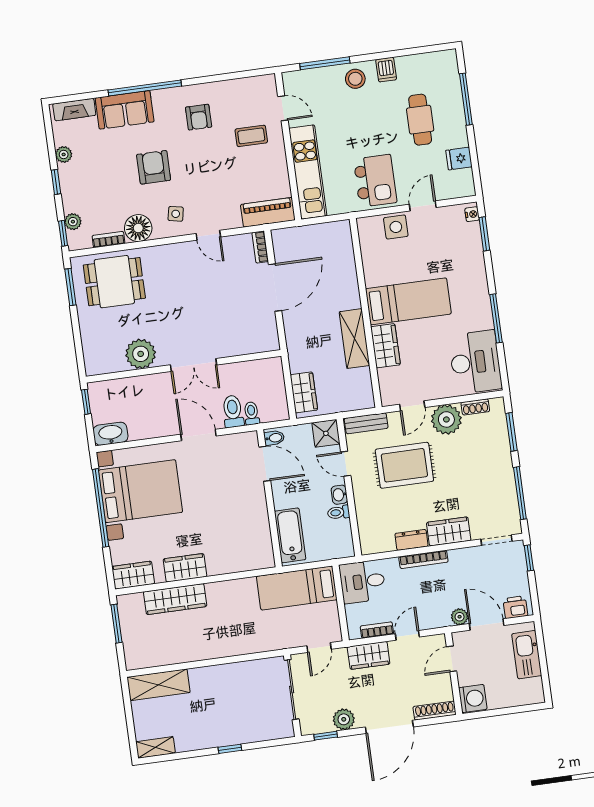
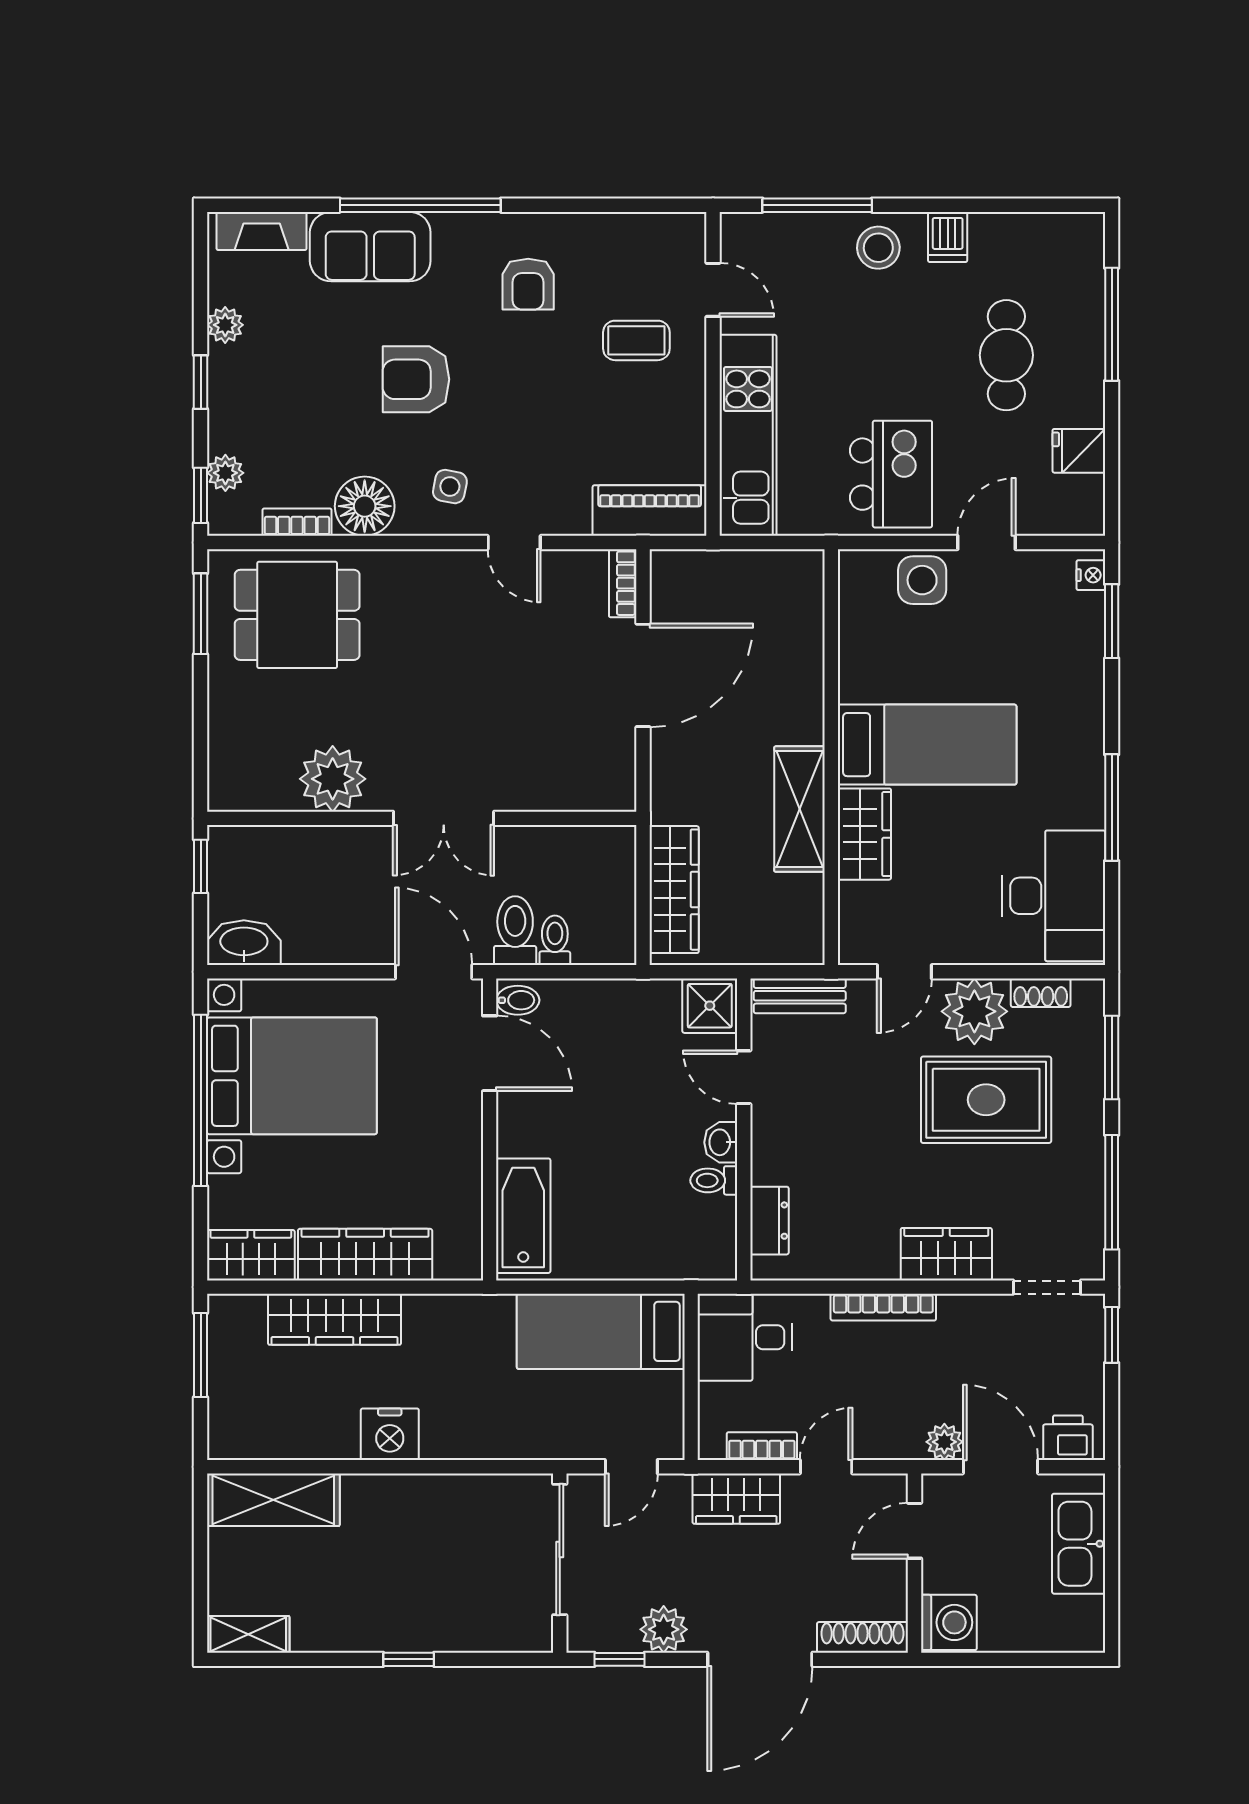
armchair: (154, 167) -> (416, 379), turned -90
wardrobe: (304, 392) -> (674, 890), width x1.50
bidet: (274, 438) -> (518, 1000), moved
door: (265, 464) -> (490, 1053), moved
rug: (404, 465) -> (986, 1100), moved
wall: (269, 498) -> (490, 1129), moved
bathtub: (290, 535) -> (523, 1216), moved
dresser: (411, 540) -> (769, 1221), moved, turned 90
wardrobe: (185, 568) -> (365, 1255), width x1.50
nightstand: (207, 648) -> (390, 1434), added

